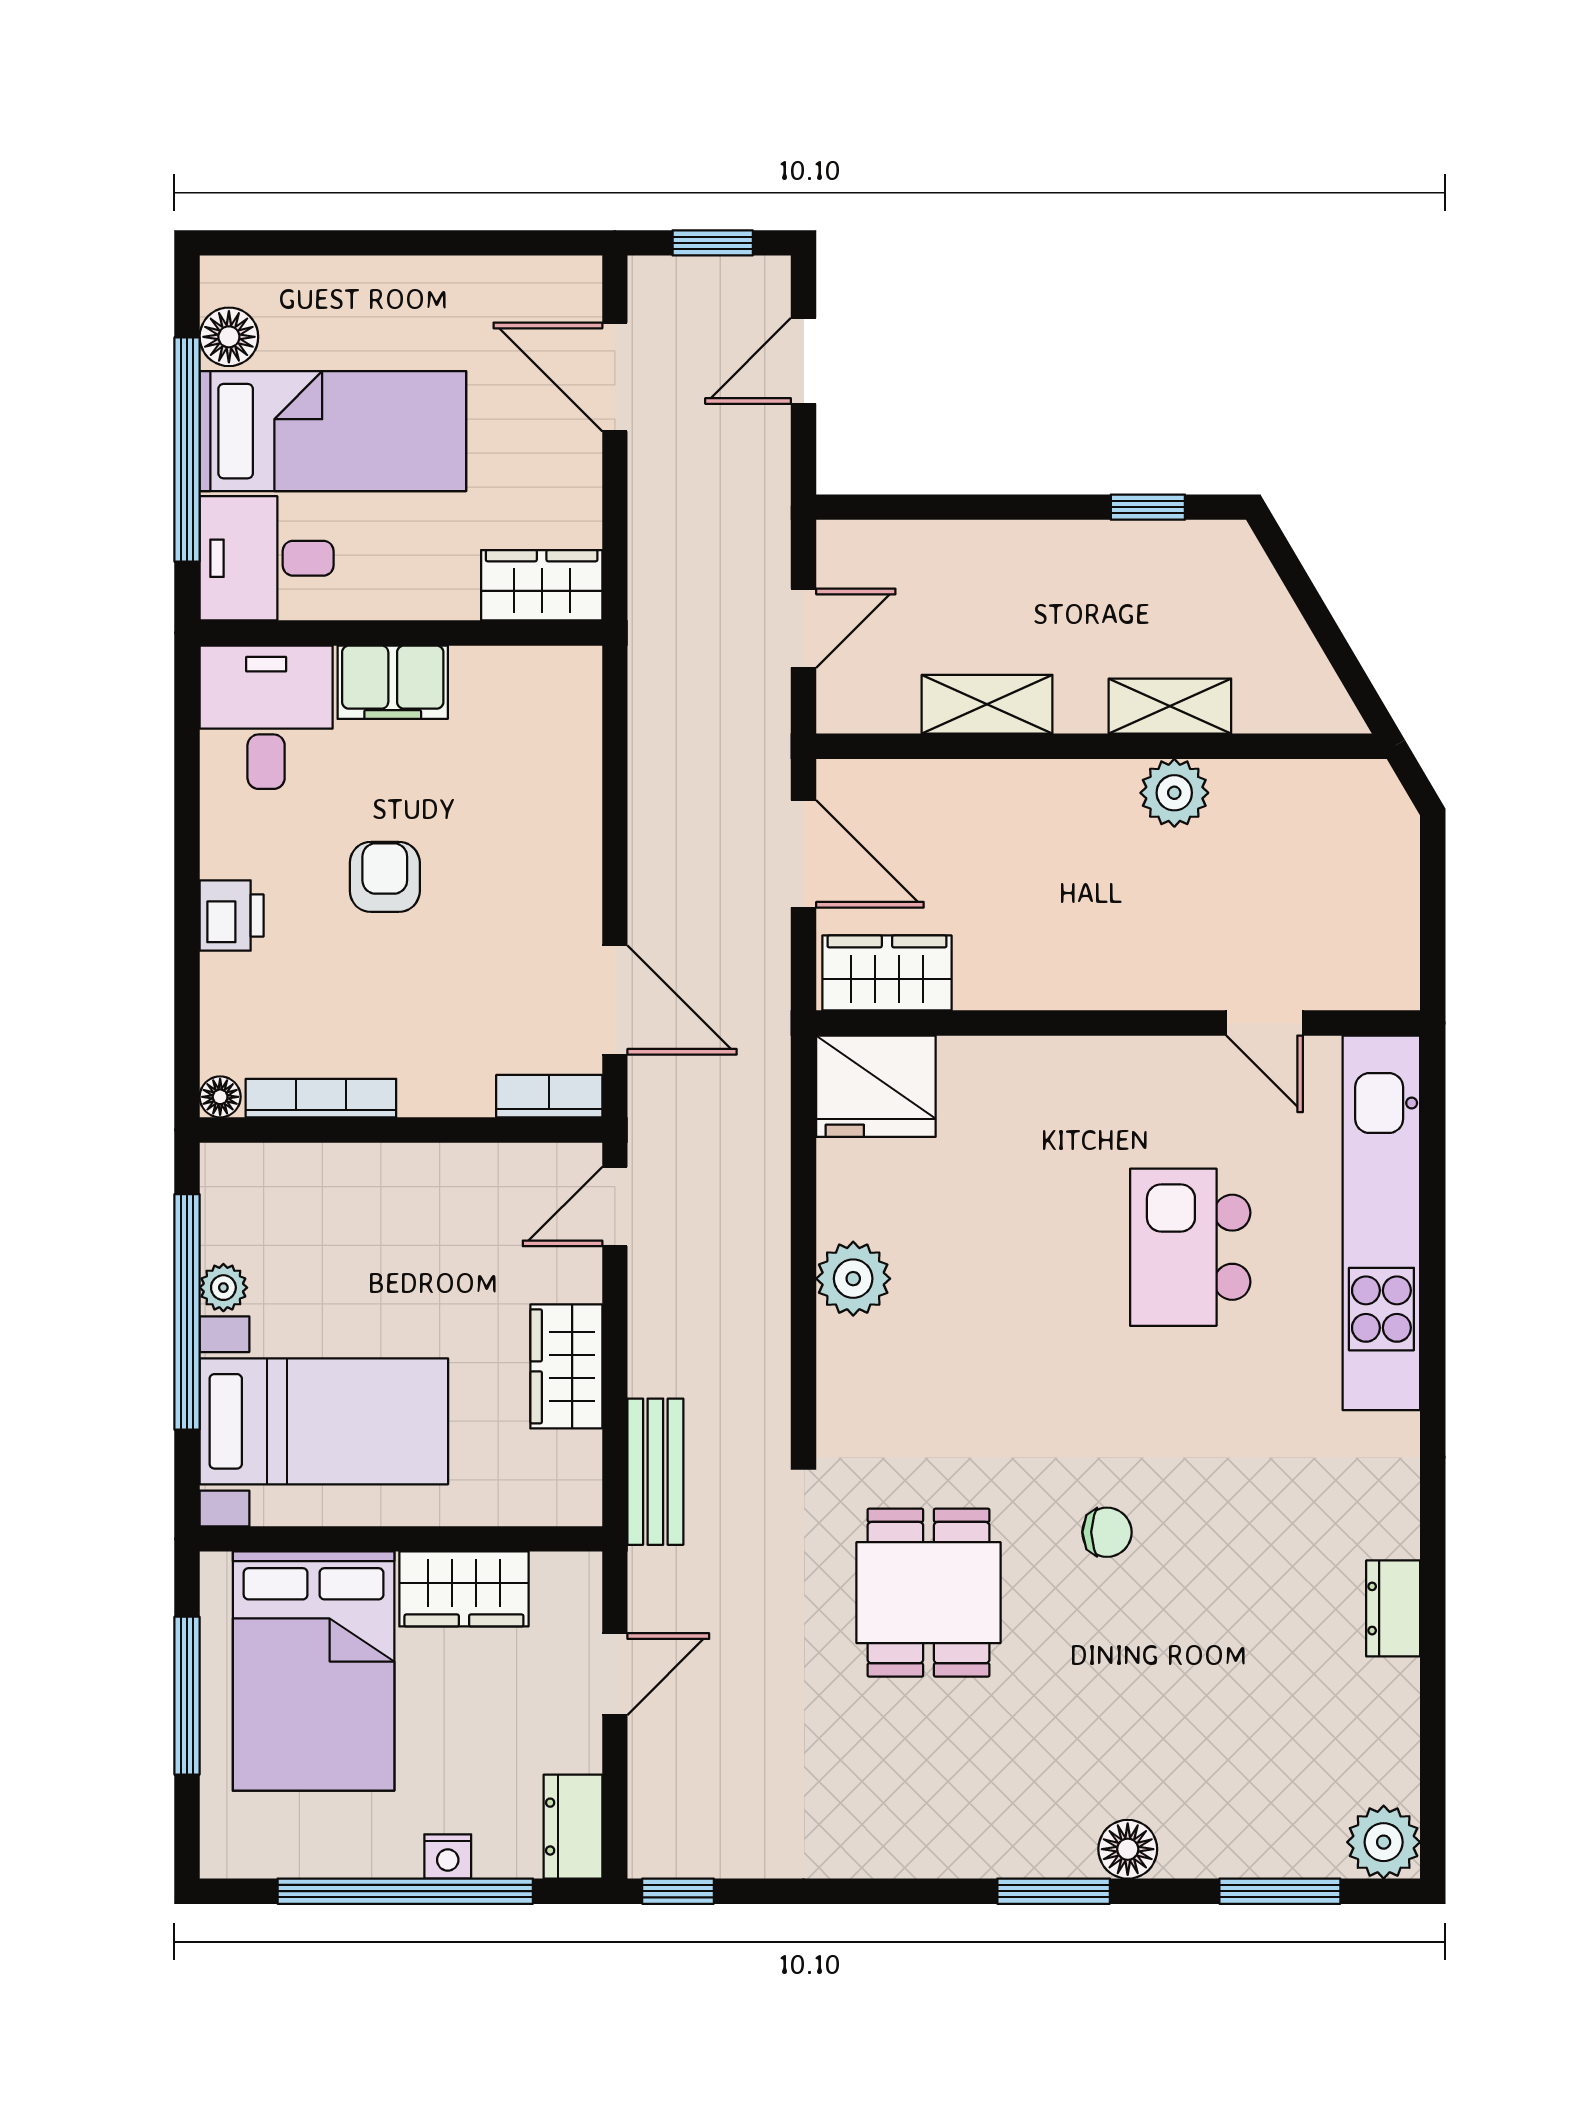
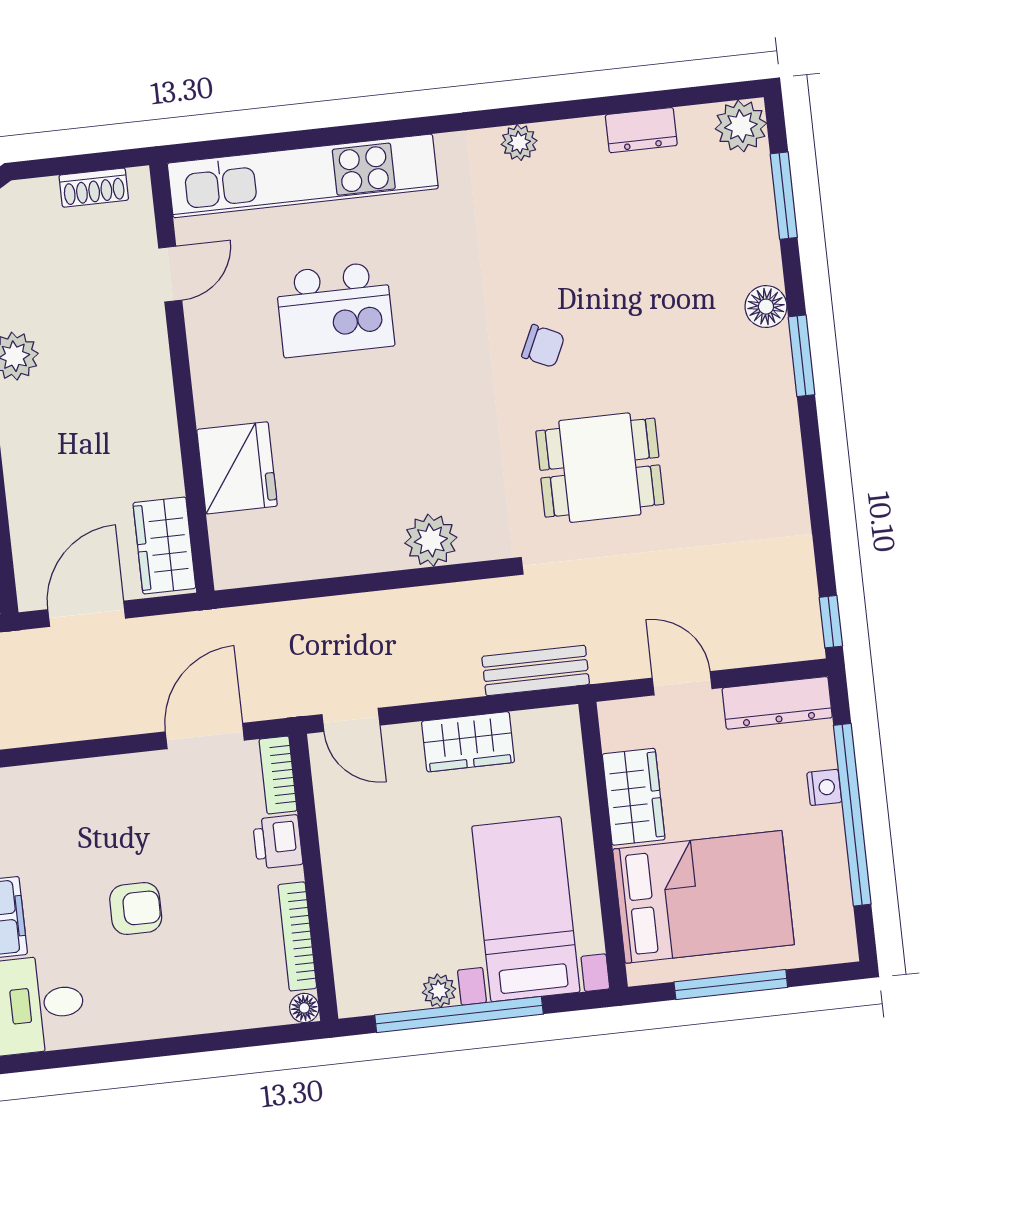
armchair: (385, 877) -> (136, 909), turned 180
printer: (232, 916) -> (278, 842), moved, turned -90
shoe rack: (1397, 929) -> (94, 188), added
fridge: (876, 1086) -> (237, 468), moved
plant: (853, 1279) -> (431, 540), moved
plant: (1395, 1530) -> (519, 142), added
chair: (1107, 1532) -> (543, 346), turned 115
dresser: (1393, 1608) -> (641, 130), moved
dresser: (573, 1827) -> (777, 703), width x1.44

